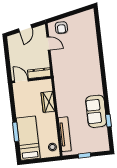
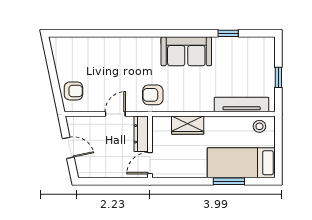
door: (48, 44) -> (115, 114), moved
armchair: (65, 78) -> (153, 95), added
sofa: (96, 111) -> (186, 51), moved

